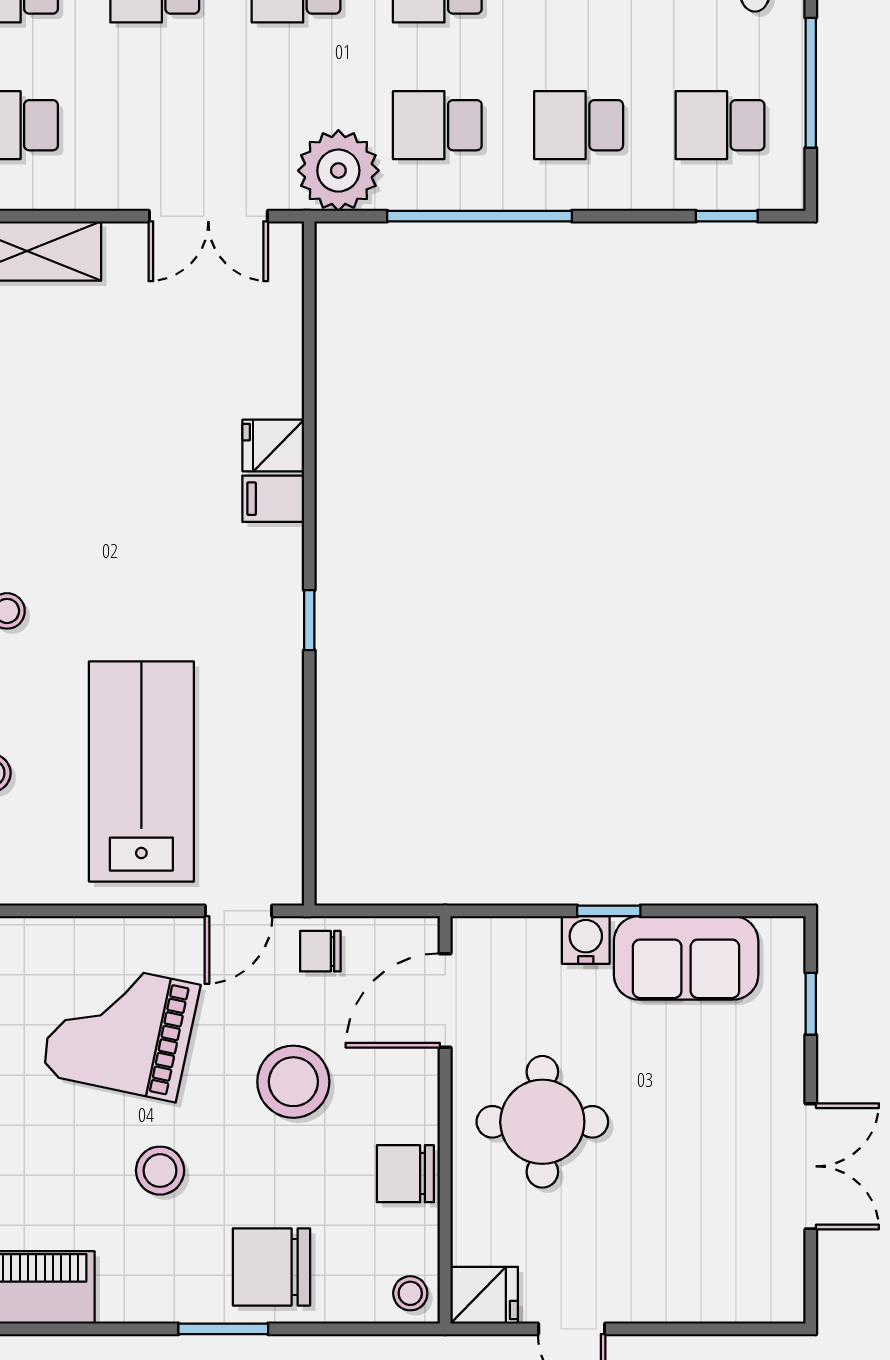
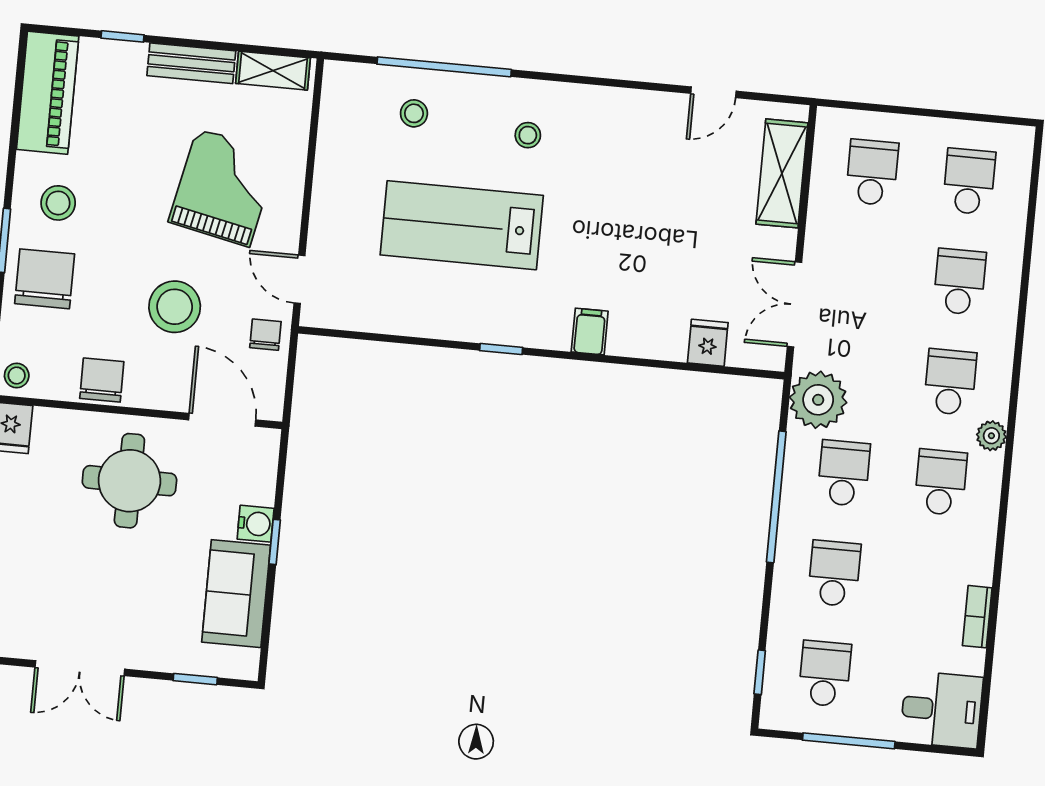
fridge: (273, 445) -> (708, 343), moved
lab bench: (141, 772) -> (462, 225), moved, turned 180
stool: (160, 1171) -> (58, 203), moved

